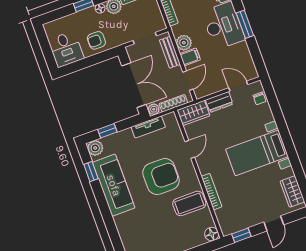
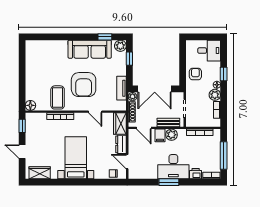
desk: (66, 49) -> (209, 51), moved, turned 180
door: (238, 86) -> (127, 162), swing flipped

